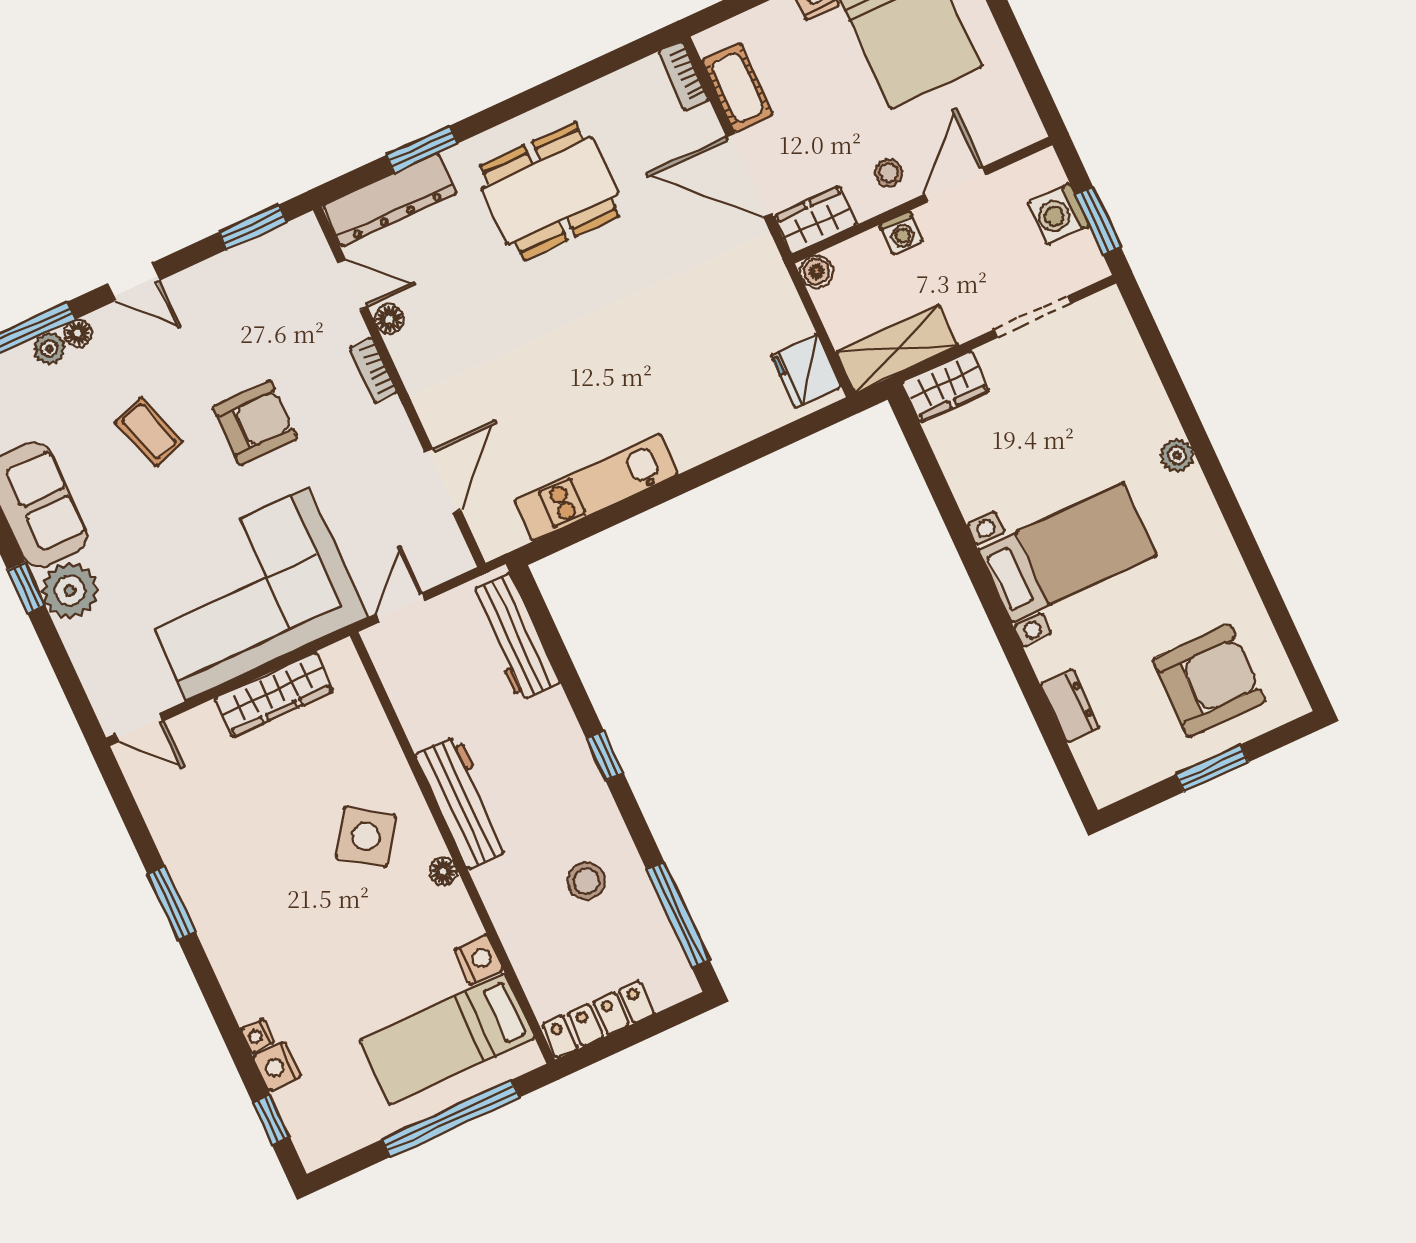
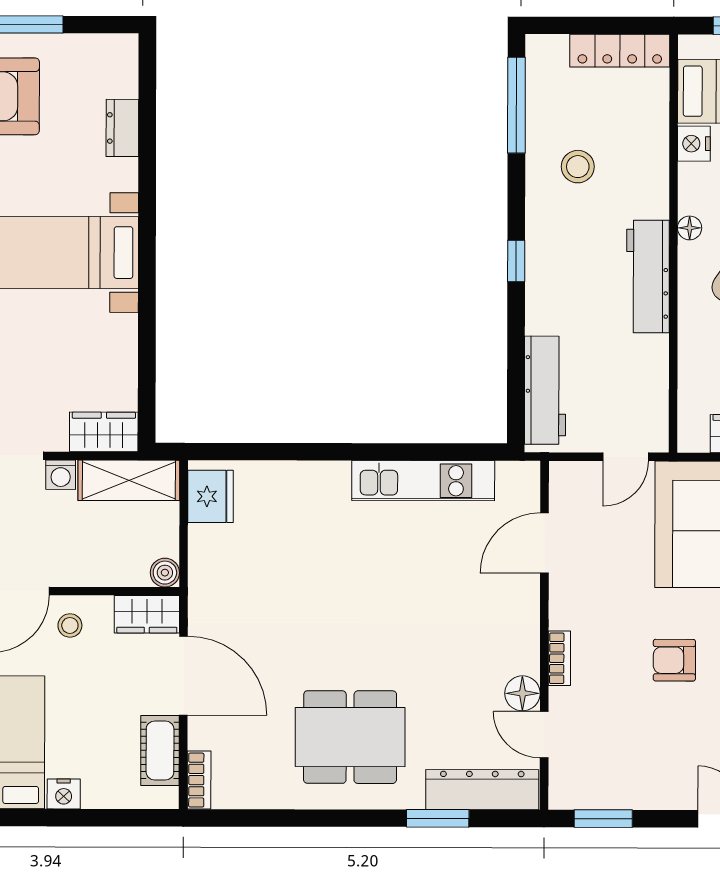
washing machine: (901, 233) -> (61, 475), moved, turned 180
floor lamp: (389, 319) -> (522, 693), width x1.37, depth x1.37
armchair: (255, 423) -> (674, 660), width x0.72, depth x0.72

